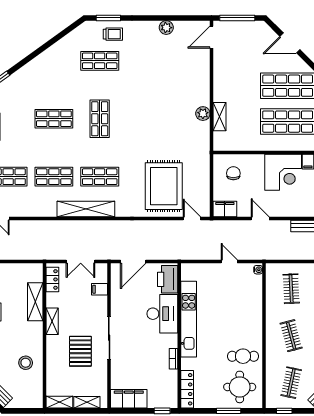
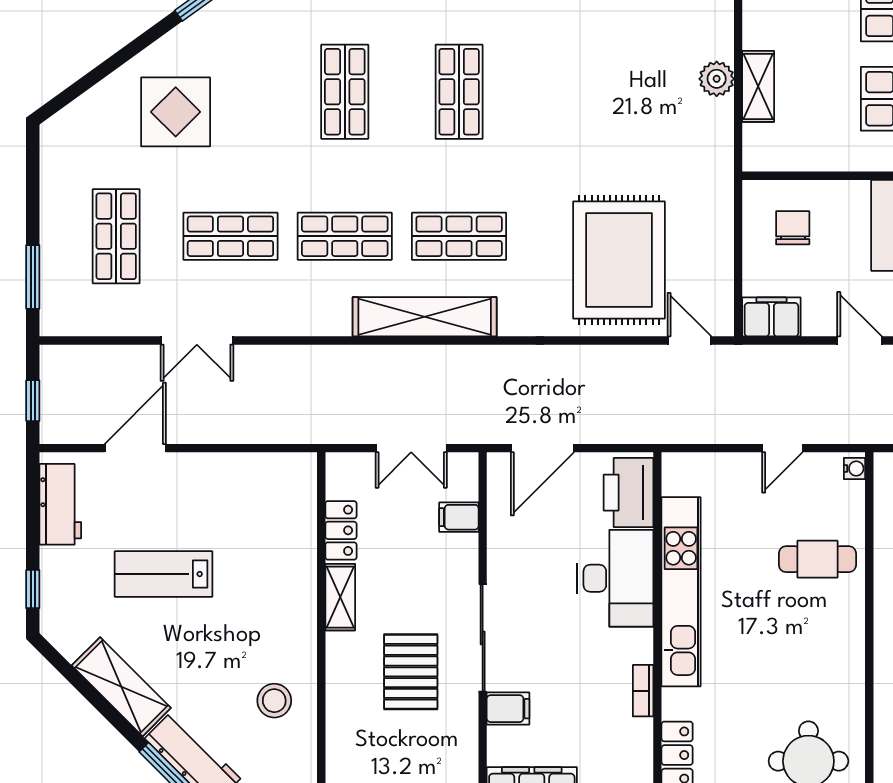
shop shelf: (54, 119) -> (345, 92), turned 90
door: (229, 262) -> (782, 448), swing flipped
locker: (52, 279) -> (341, 530), moved
shelving: (35, 302) -> (298, 549), removed
cafe table: (243, 356) -> (817, 559), moved
filing cabinet: (119, 366) -> (508, 709), added

